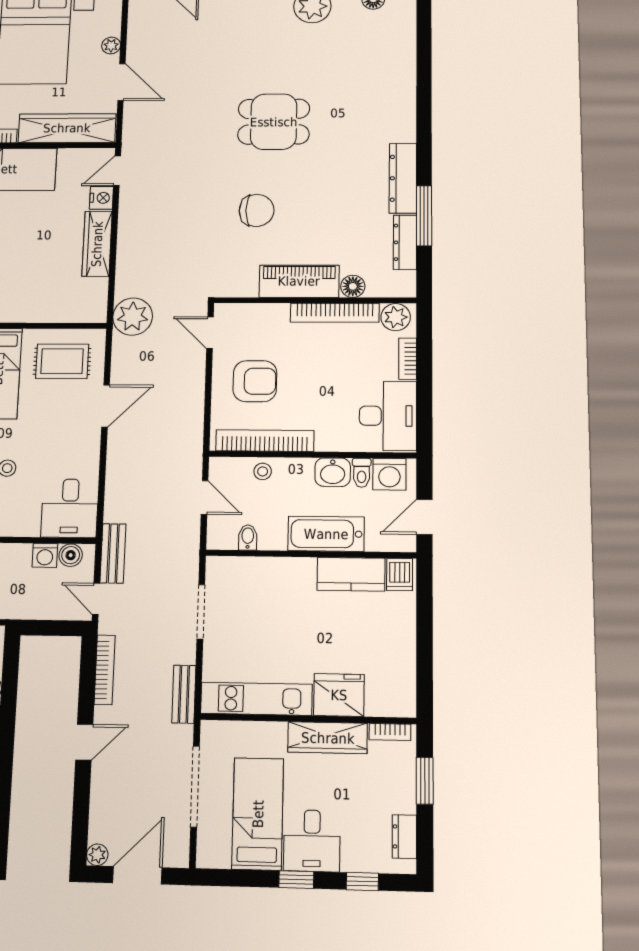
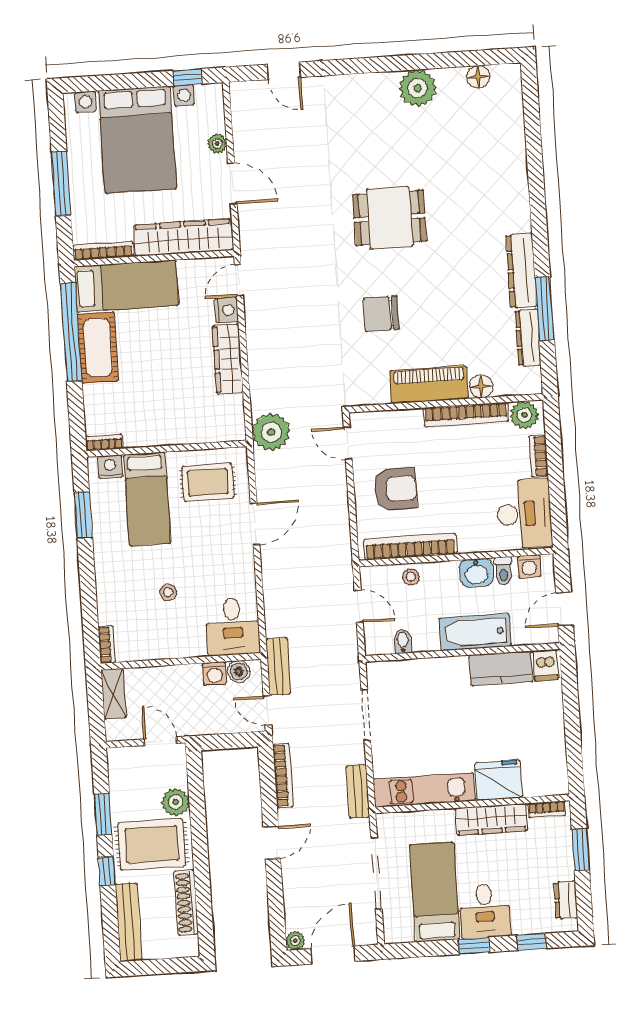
chair: (257, 210) -> (381, 314), turned 180
washing machine: (389, 474) -> (529, 566), width x0.73, depth x0.73

